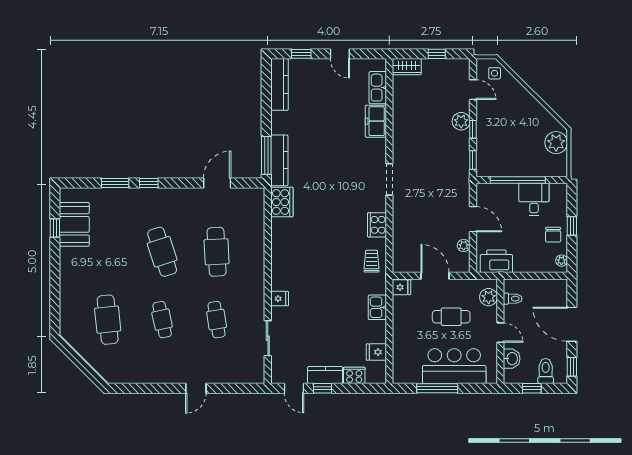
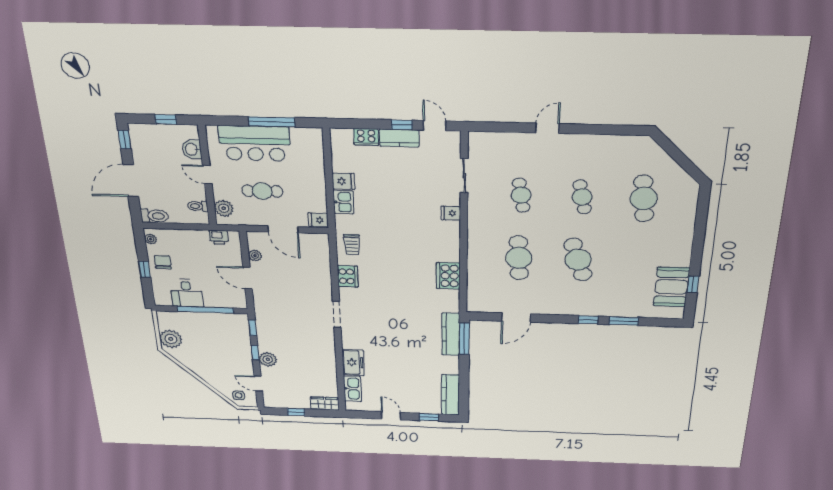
cooker: (282, 202) -> (448, 276), moved
printer: (496, 261) -> (219, 237), width x0.53, depth x0.68
door: (572, 324) -> (131, 181), swing flipped
fridge: (376, 352) -> (343, 181), moved
toilet: (546, 371) -> (155, 216), moved, turned -90

